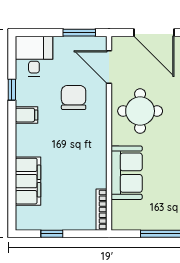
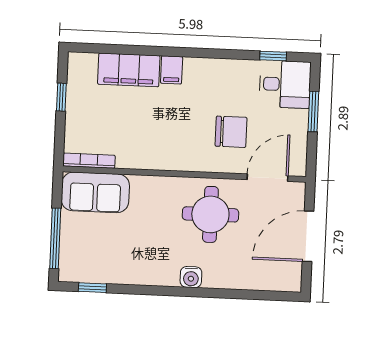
window: (79, 33) -> (313, 111), moved
window: (12, 90) -> (273, 56), moved
filing cabinet: (26, 115) -> (172, 70), moved
sofa: (127, 173) -> (95, 192), moved

